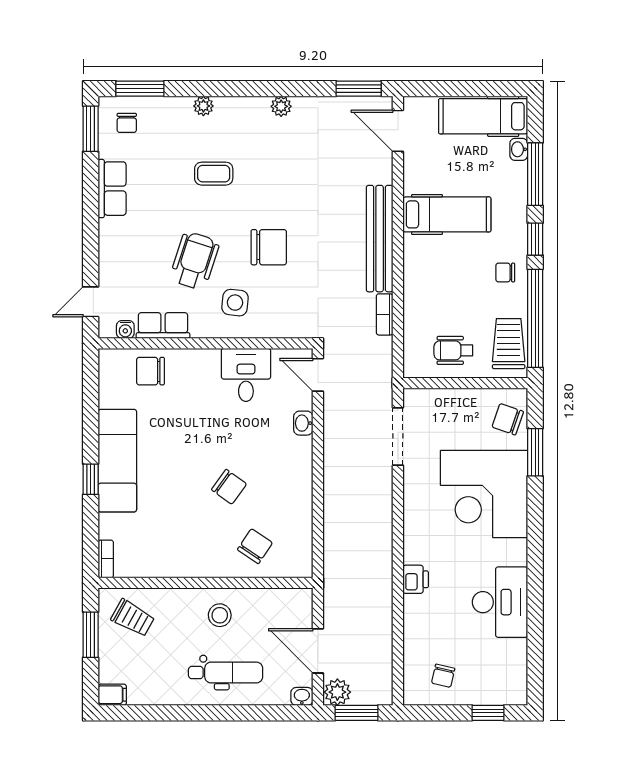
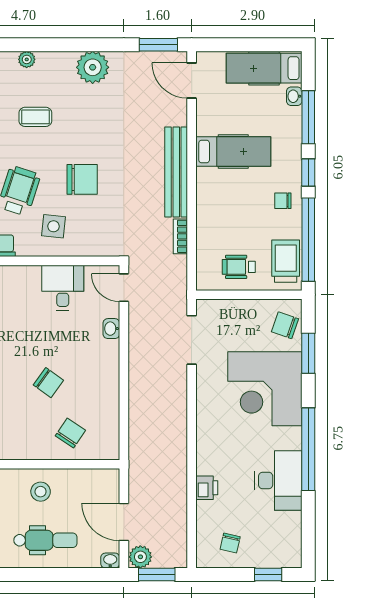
plant: (281, 106) -> (93, 67), width x1.88, depth x1.88
window: (535, 565) -> (308, 449), added
printer: (416, 579) -> (207, 488), moved

